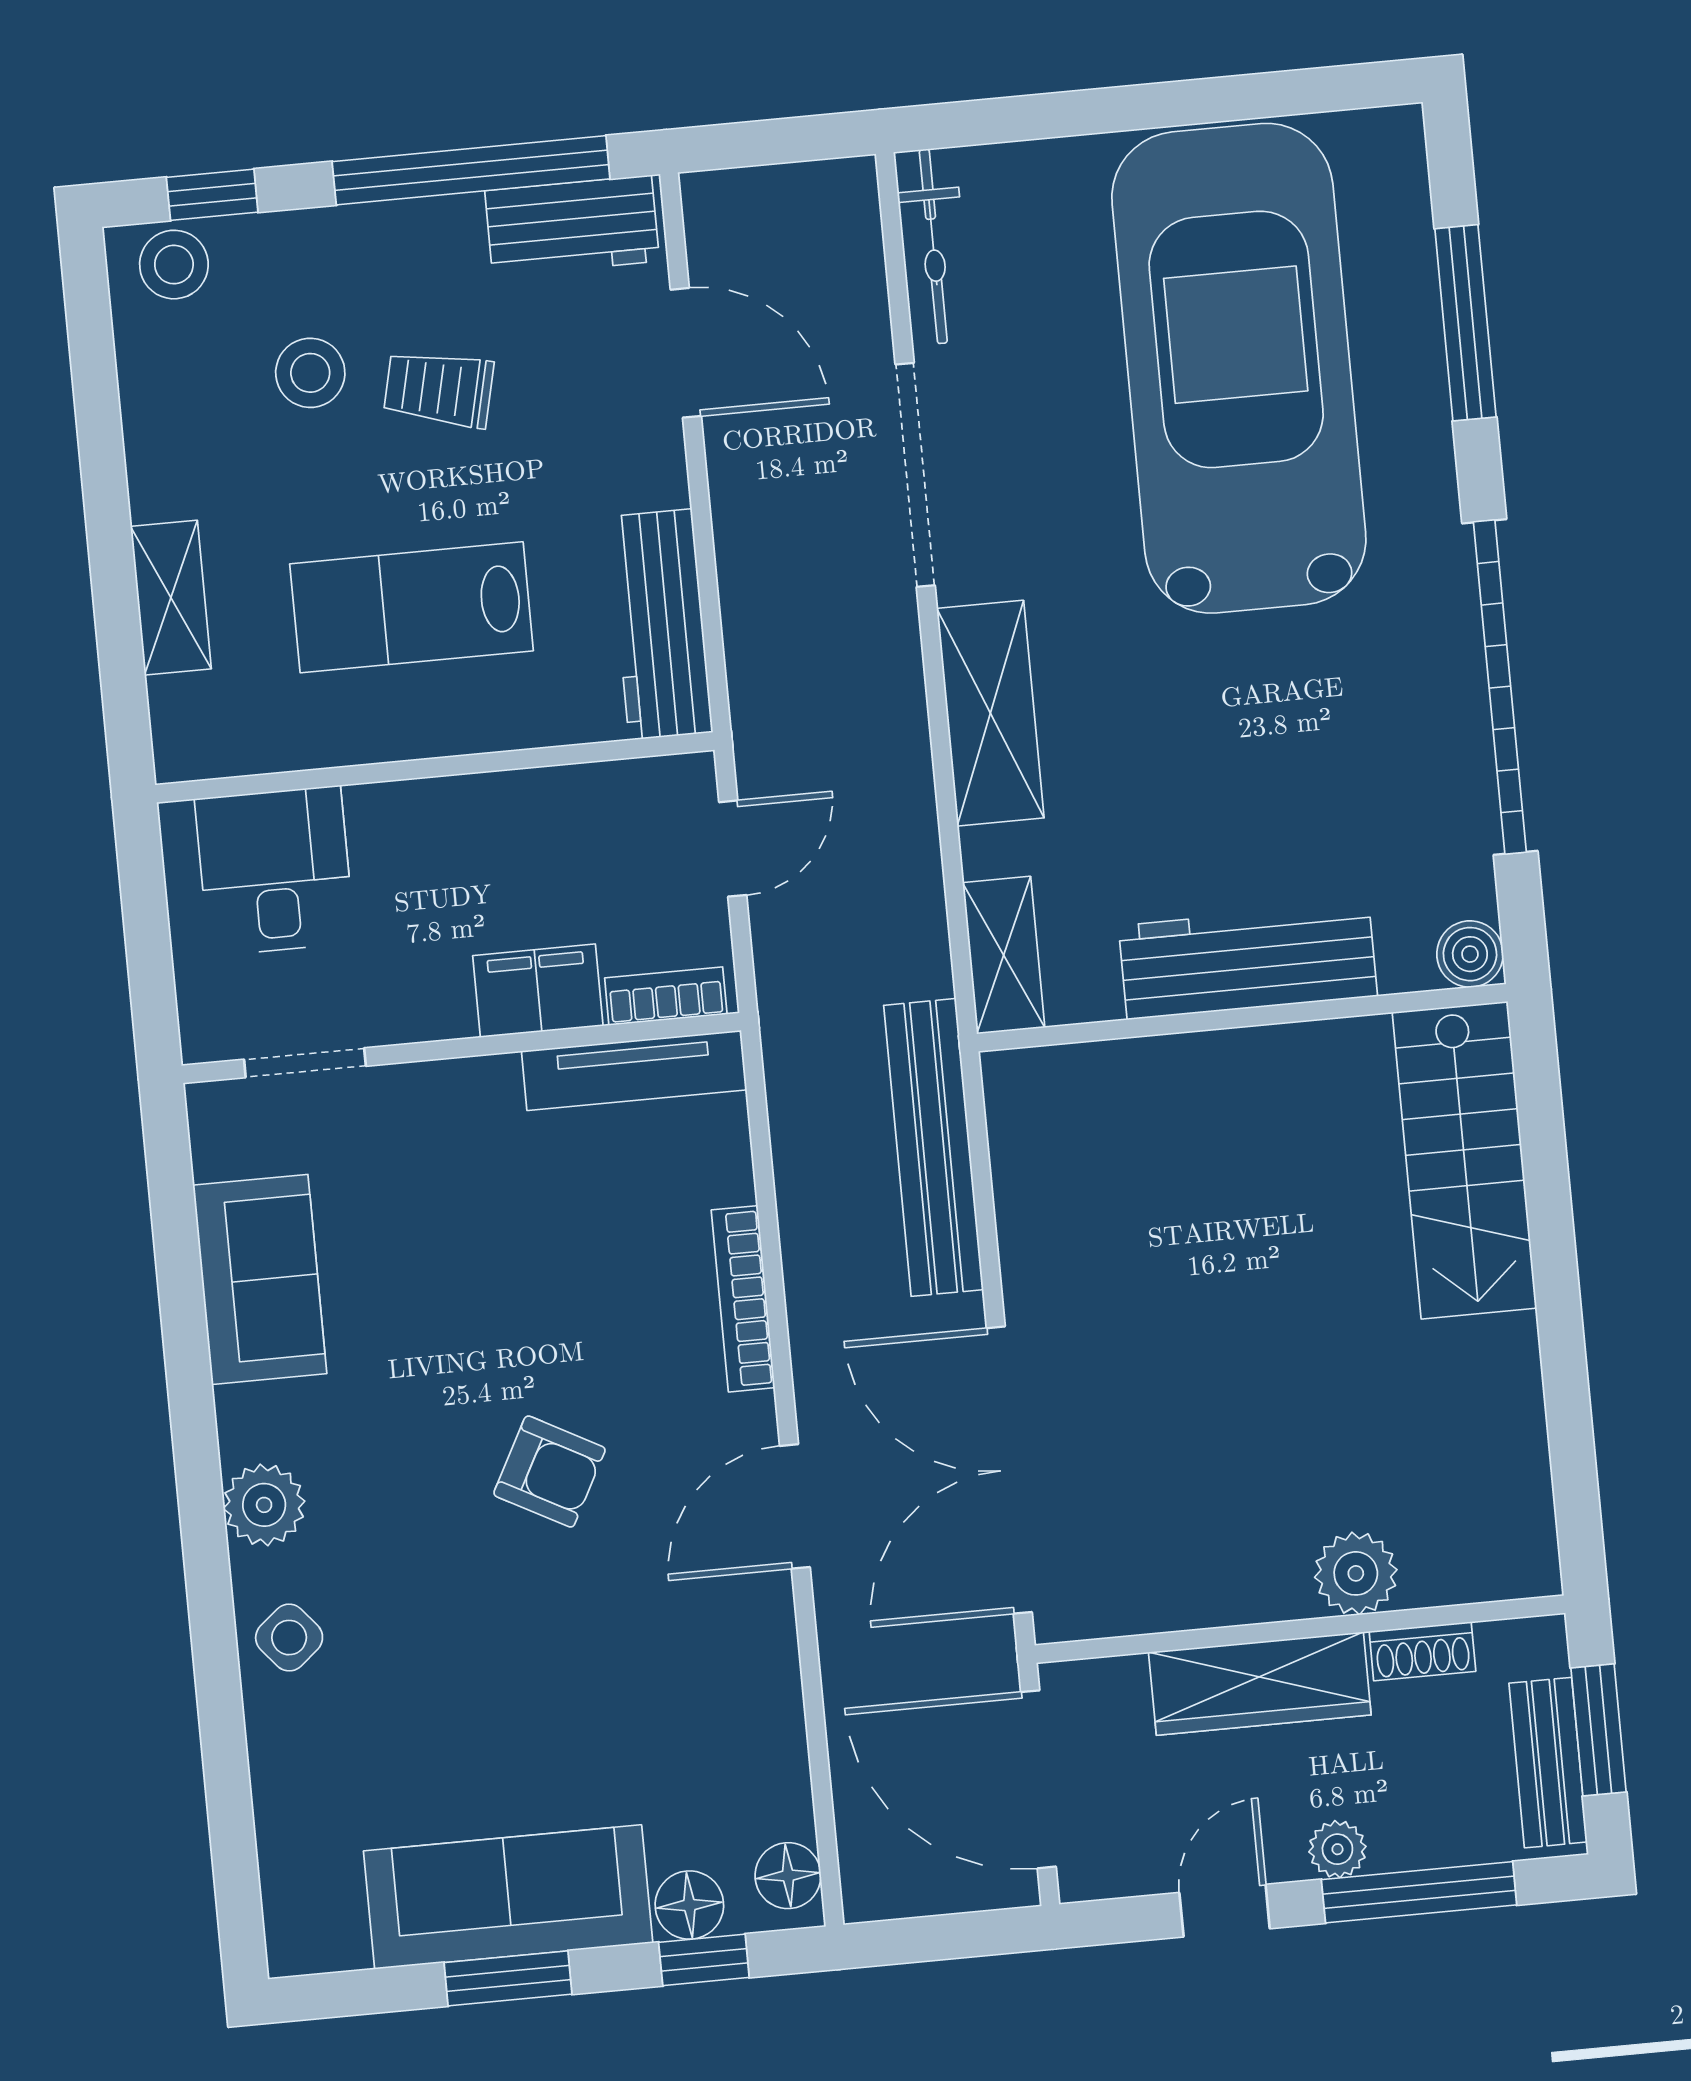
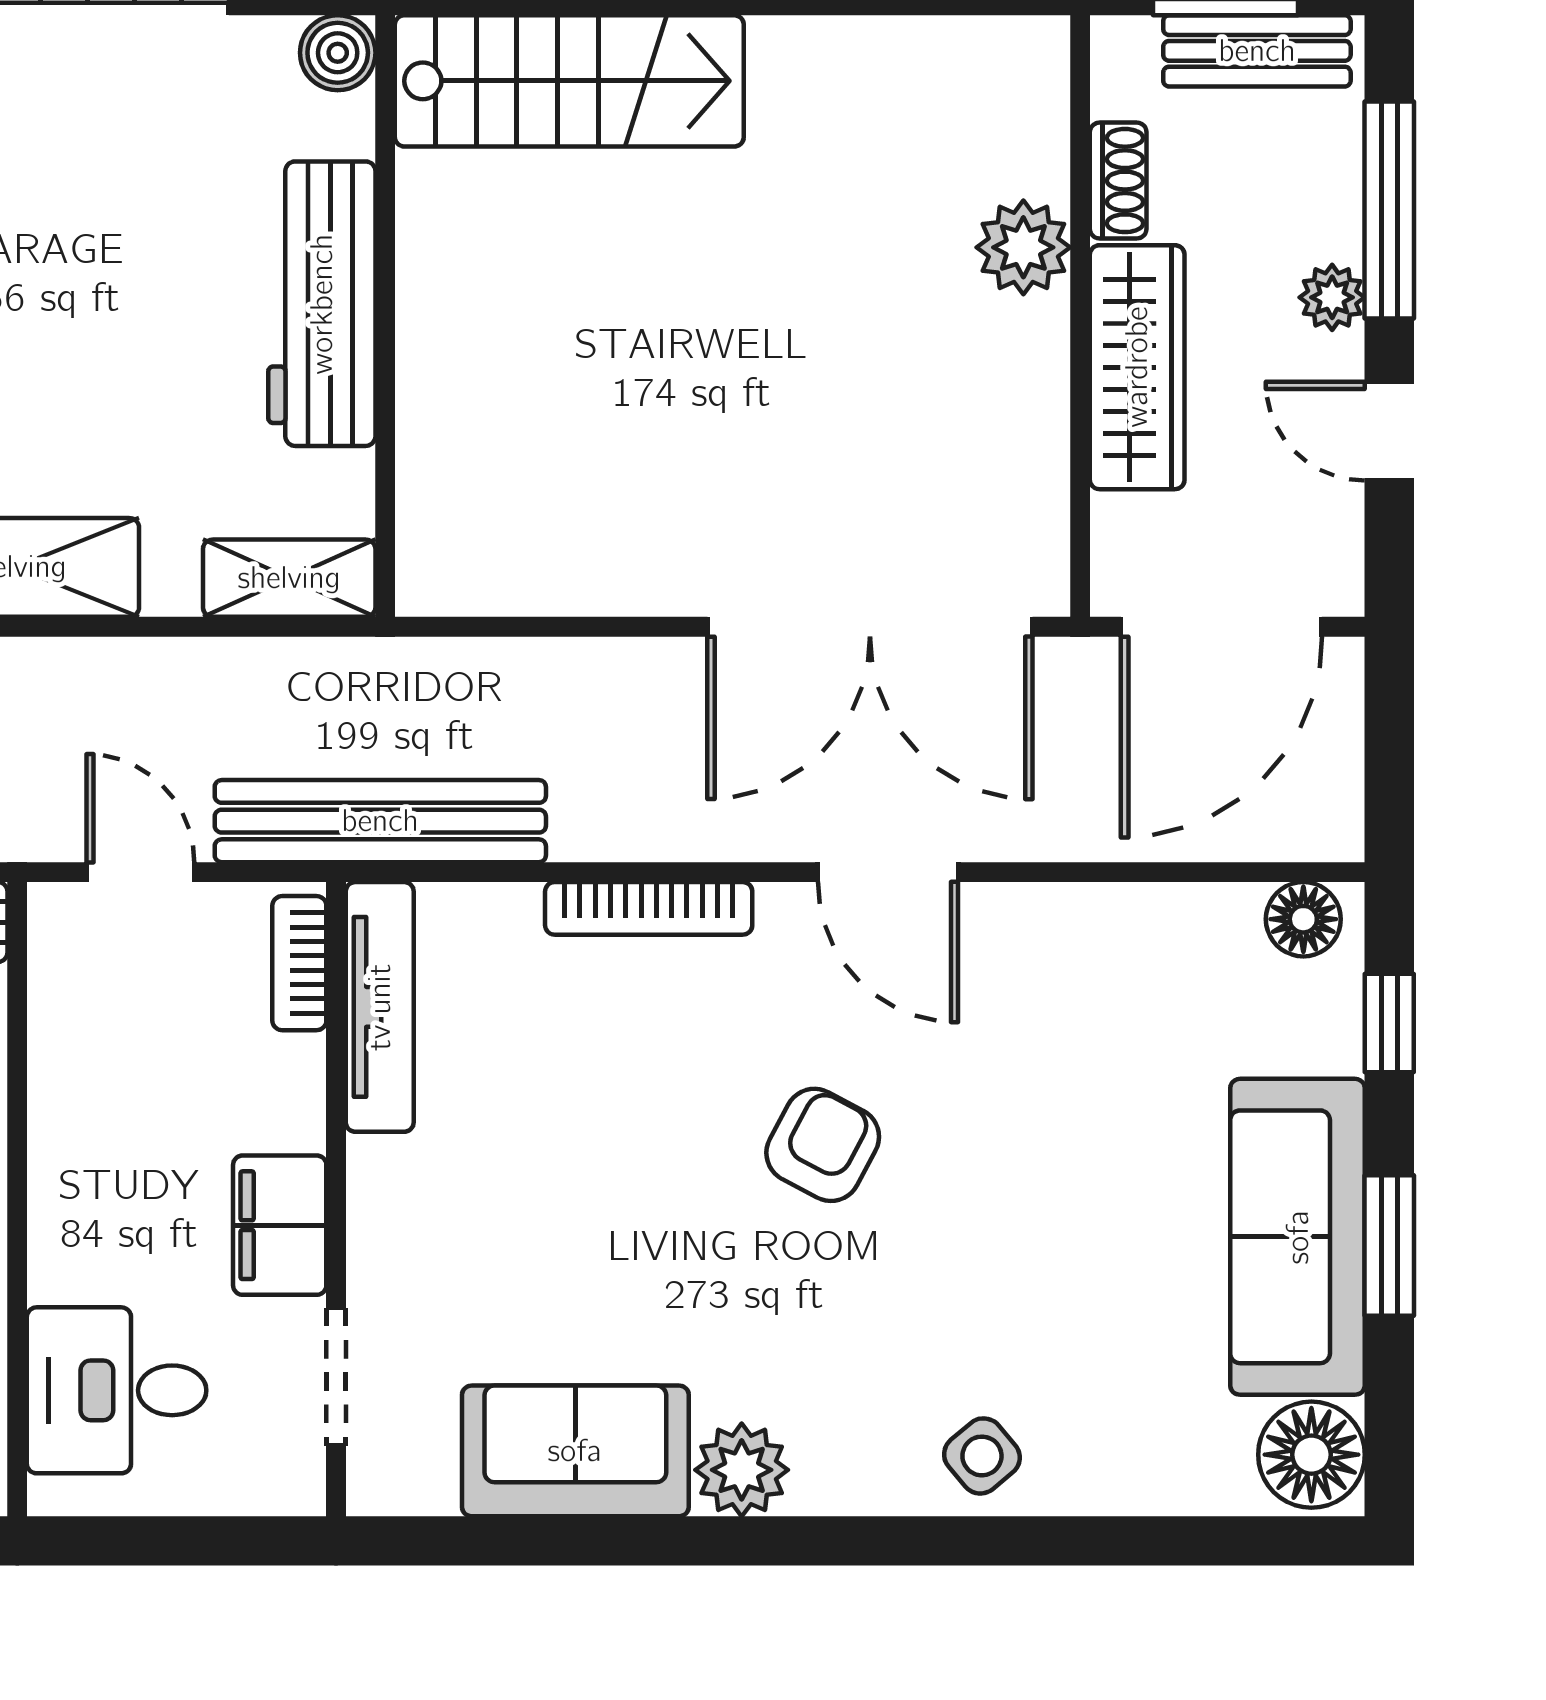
filing cabinet: (538, 991) -> (280, 1225), moved
bench: (934, 1147) -> (380, 821), moved
plant: (264, 1505) -> (742, 1470), moved
floor lamp: (689, 1905) -> (1311, 1455), moved, width x1.38, depth x1.38

